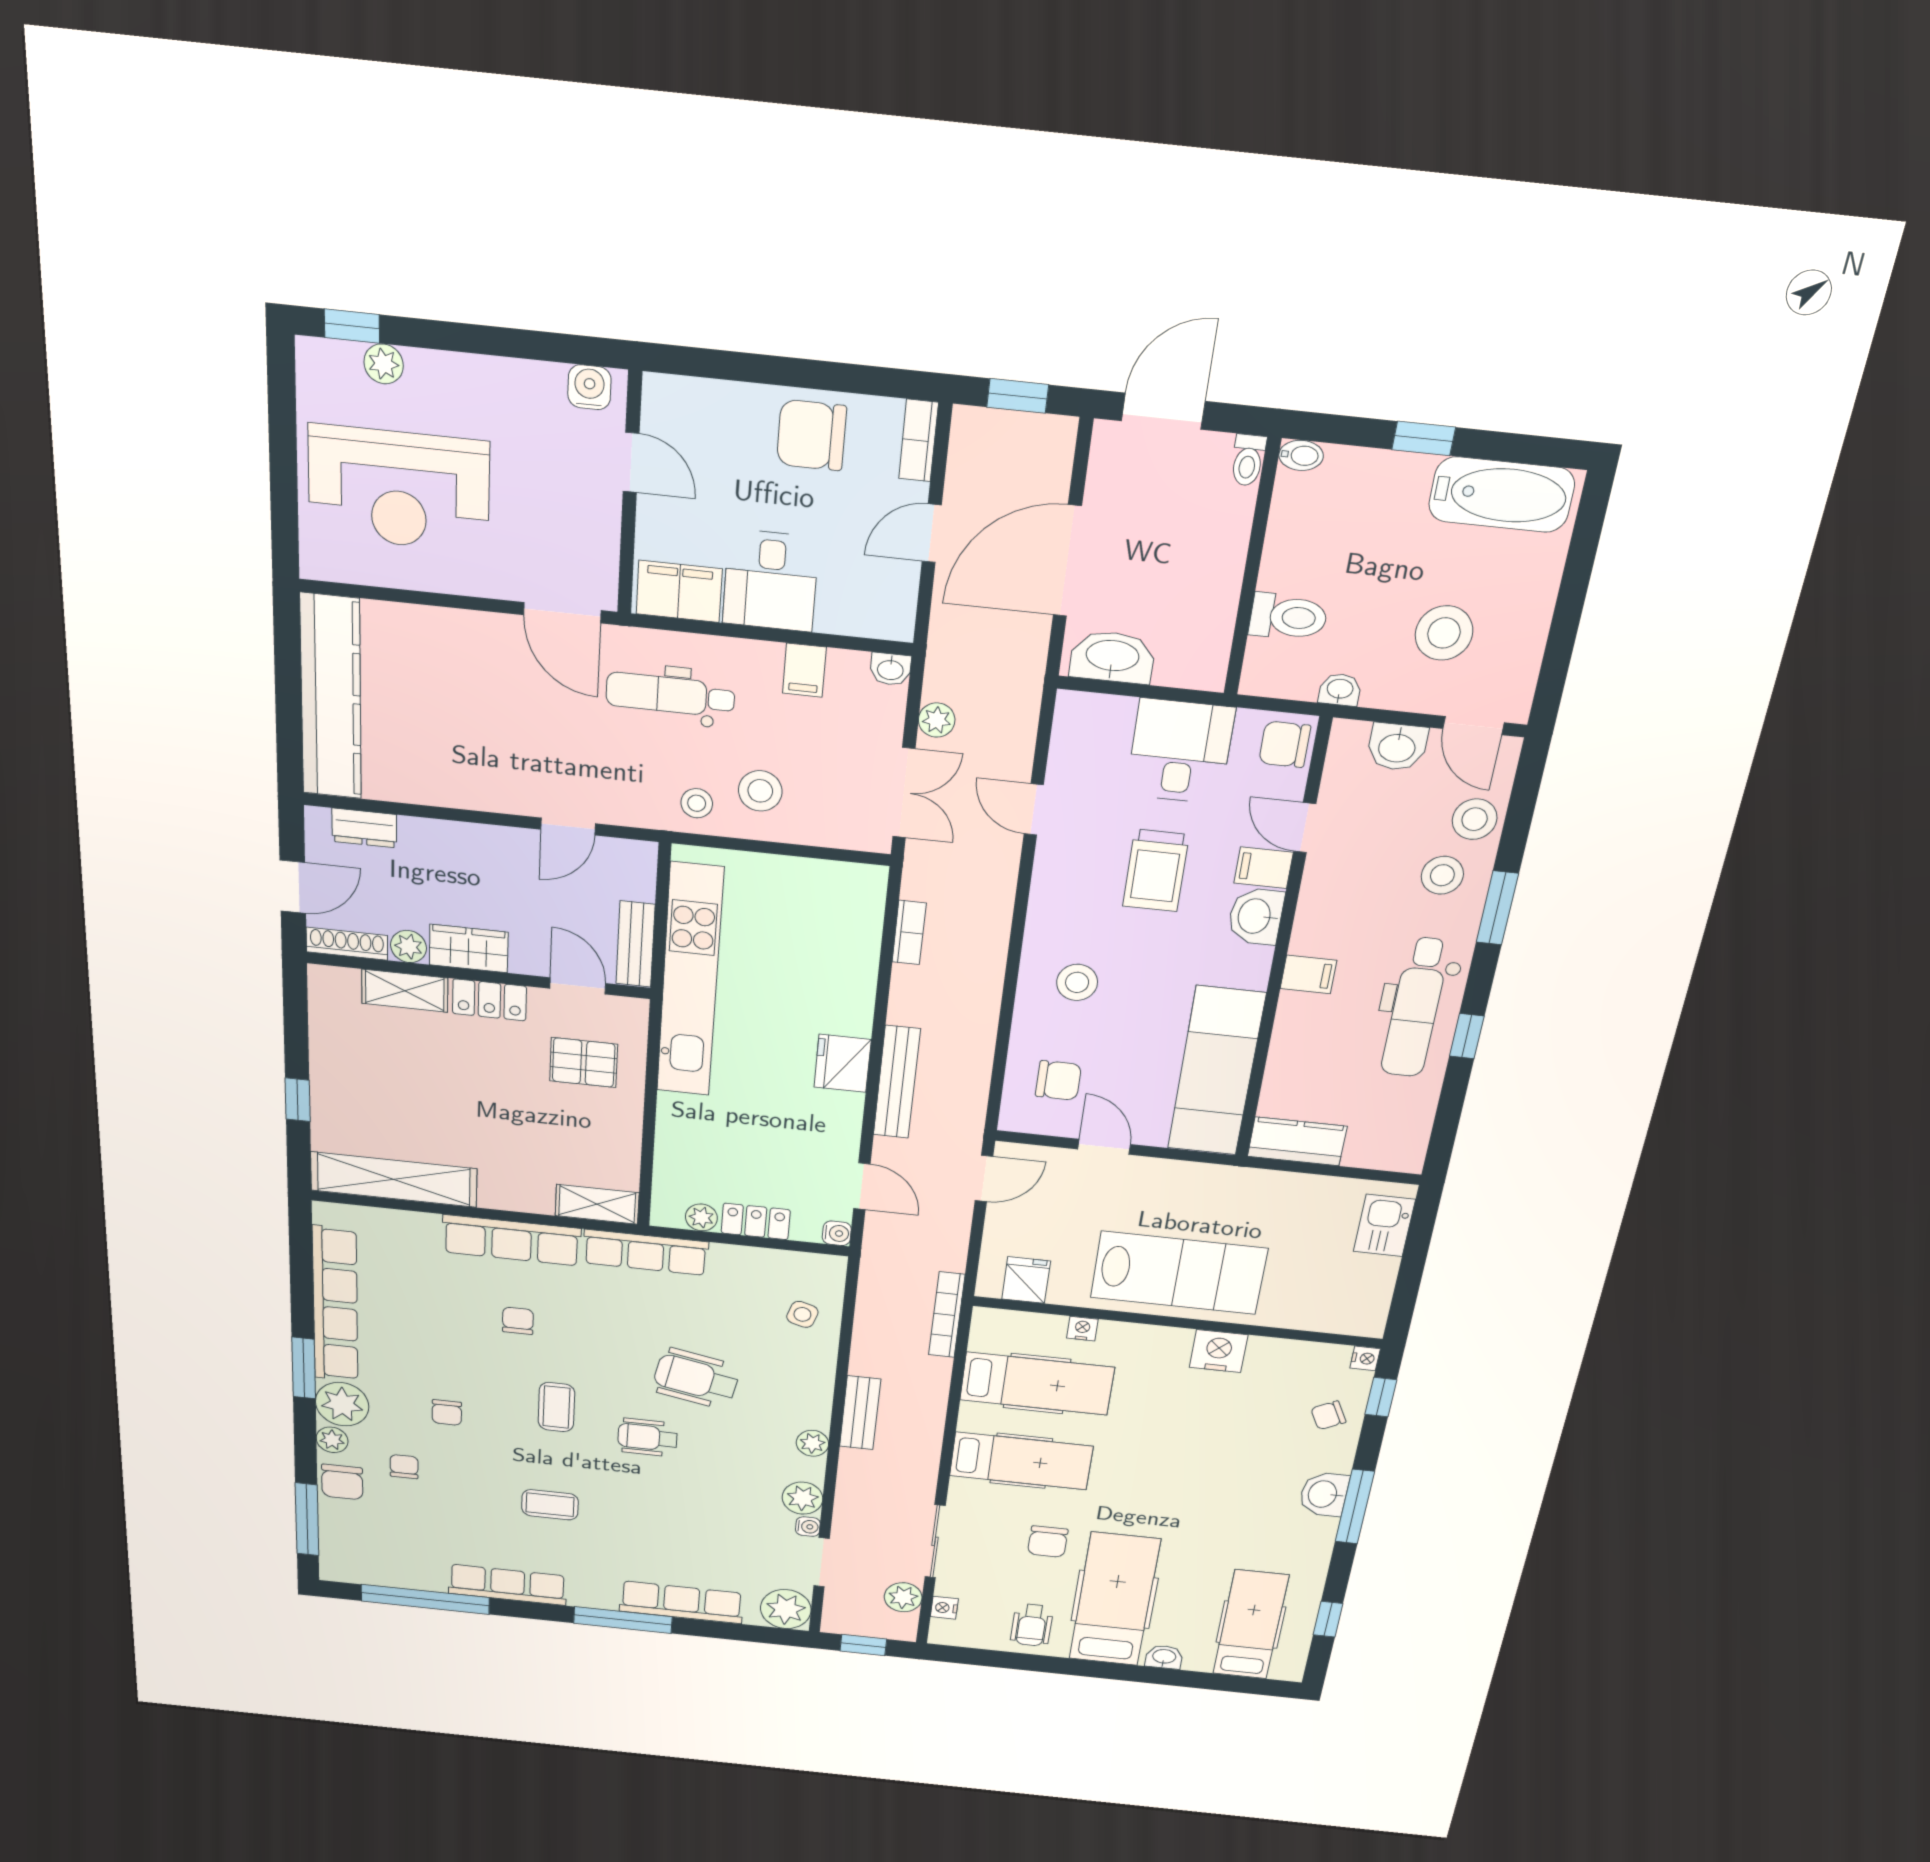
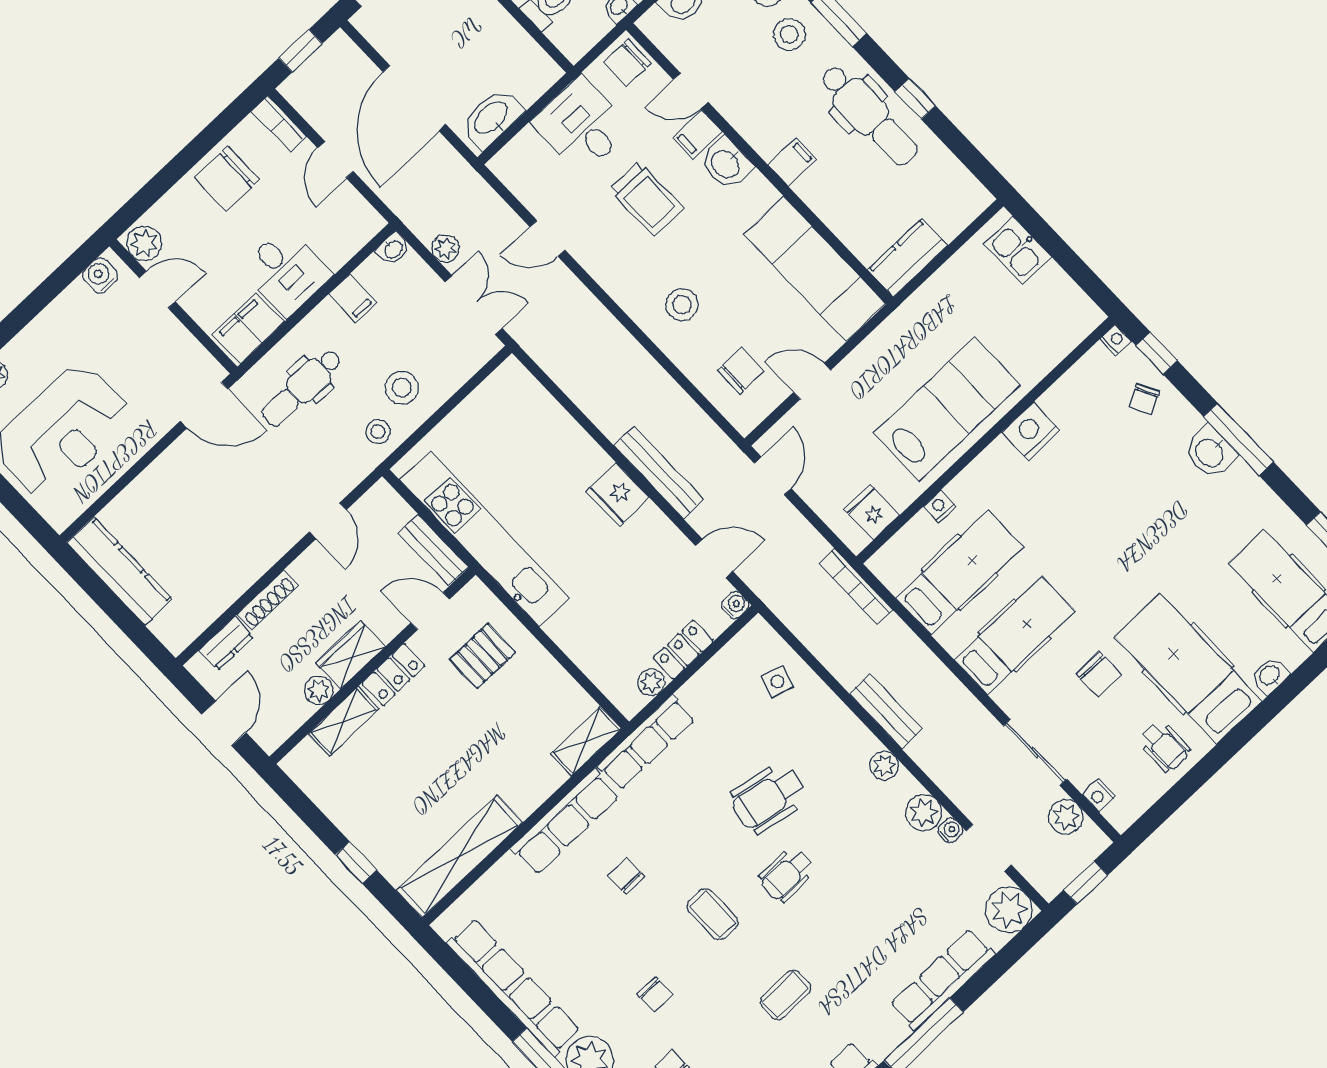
plant: (665, 405) -> (144, 243), added
kitchen counter: (331, 697) -> (119, 571), width x0.72, depth x0.86
bookcase: (909, 932) -> (564, 378), removed
shoe rack: (347, 944) -> (268, 600), moved, turned 180

